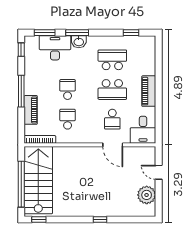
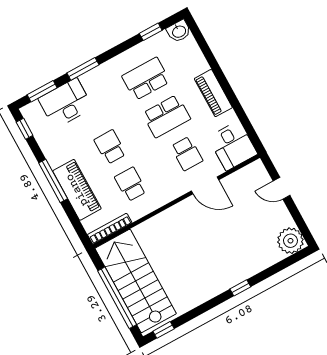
washbasin: (79, 42) -> (179, 31), moved
piano: (31, 110) -> (77, 190), width x1.37, depth x1.33
plant: (147, 195) -> (290, 241), moved

